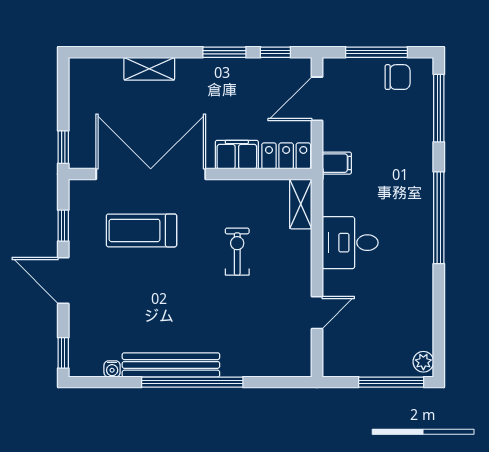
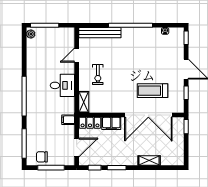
treadmill: (141, 230) -> (152, 91), turned 180
exercise bike: (237, 252) -> (98, 75), moved
bench: (171, 365) -> (100, 33), moved

